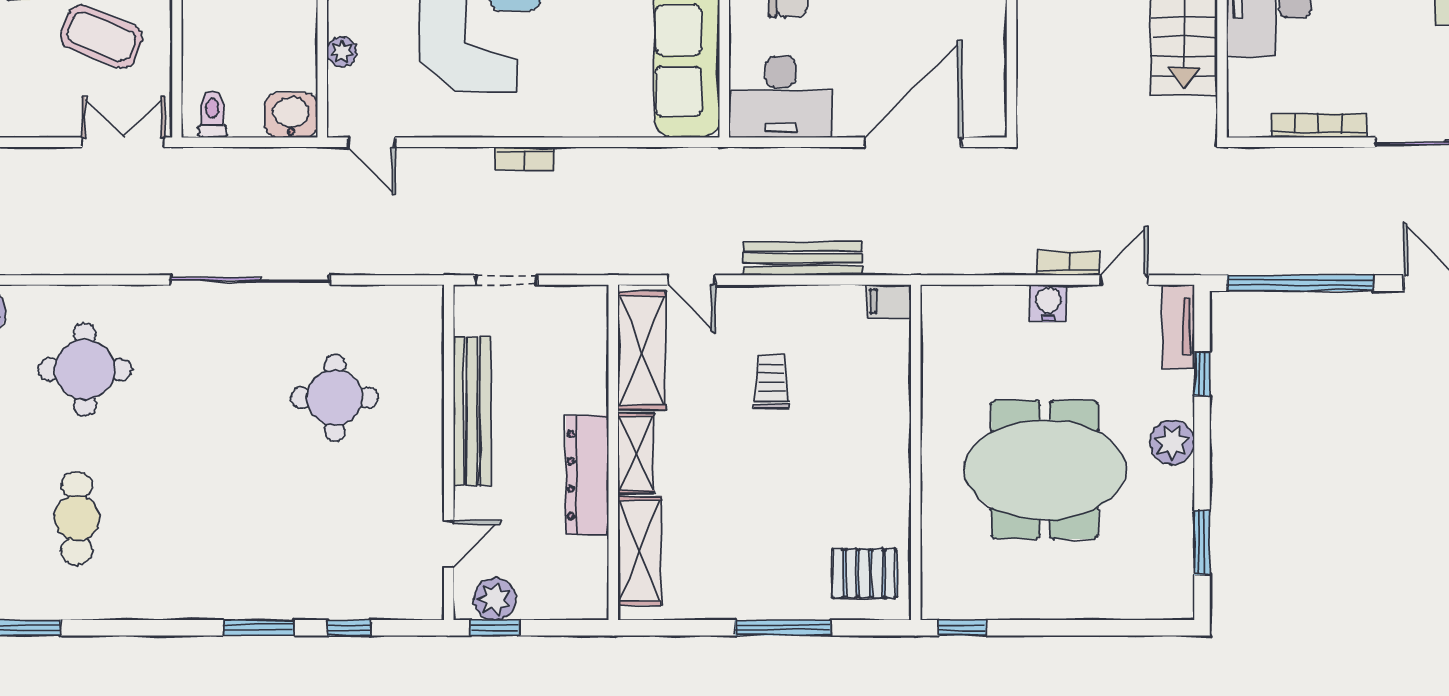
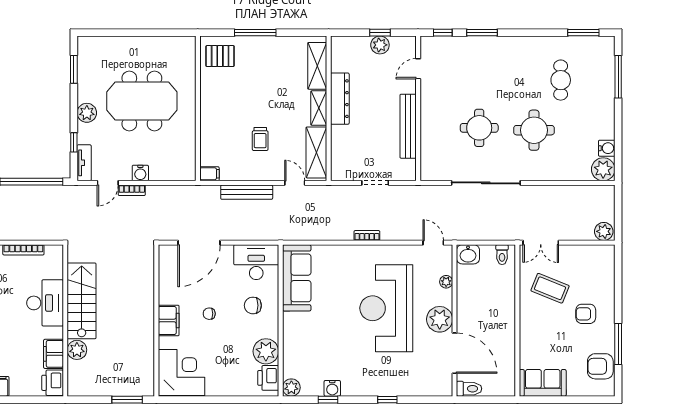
round table: (85, 369) -> (534, 130), moved
round table: (335, 398) -> (479, 128), moved
bench: (472, 411) -> (408, 126), moved
wall: (449, 452) -> (418, 108), moved
door: (449, 544) -> (418, 69), moved
window: (962, 628) -> (178, 33), removed

